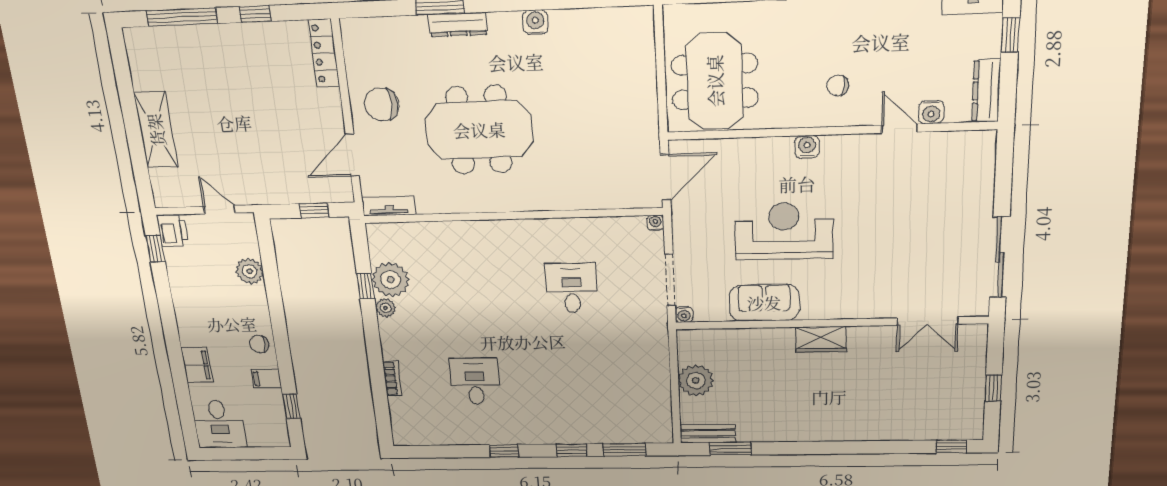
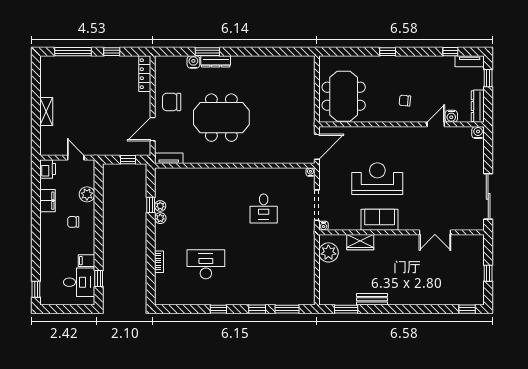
water cooler: (535, 22) -> (193, 62), moved
door: (900, 129) -> (436, 124), hinge flipped
shelving: (156, 130) -> (46, 111), width x0.67, depth x0.75
water cooler: (807, 147) -> (478, 133), moved
window: (155, 249) -> (36, 289), moved
plant: (391, 279) -> (160, 206), width x0.53, depth x0.53
desk: (572, 288) -> (264, 209), turned 180
sofa: (764, 303) -> (380, 220), moved
double door: (928, 321) -> (435, 232), moved
wardrobe: (821, 339) -> (360, 242), moved
chair: (259, 344) -> (73, 222), moved
filing cabinet: (197, 365) -> (48, 201), moved
plant: (696, 380) -> (328, 252), moved
desk: (475, 381) -> (206, 264), width x1.37
desk: (219, 424) -> (79, 282), moved, turned -90
bench: (708, 434) -> (372, 299), moved

